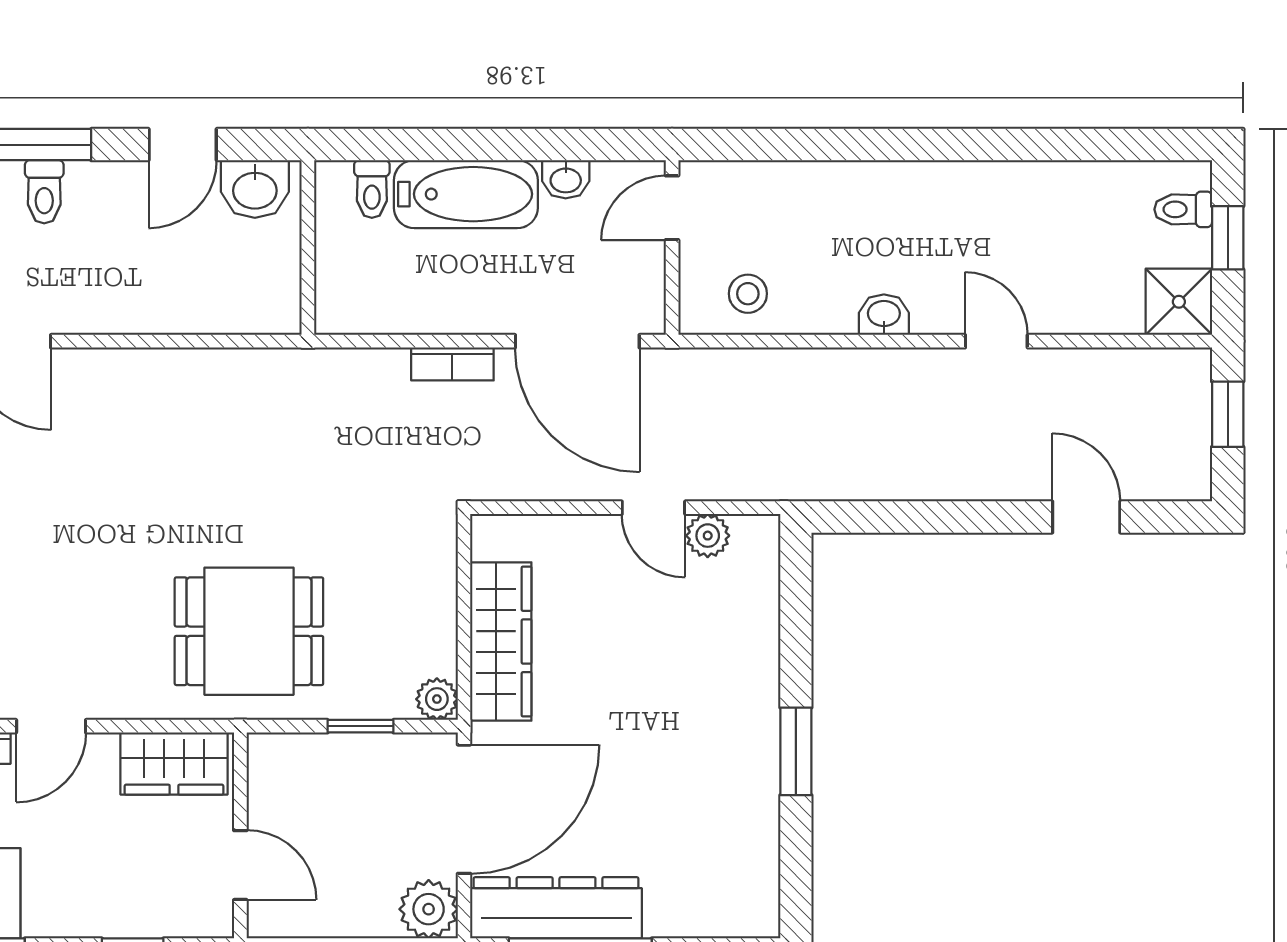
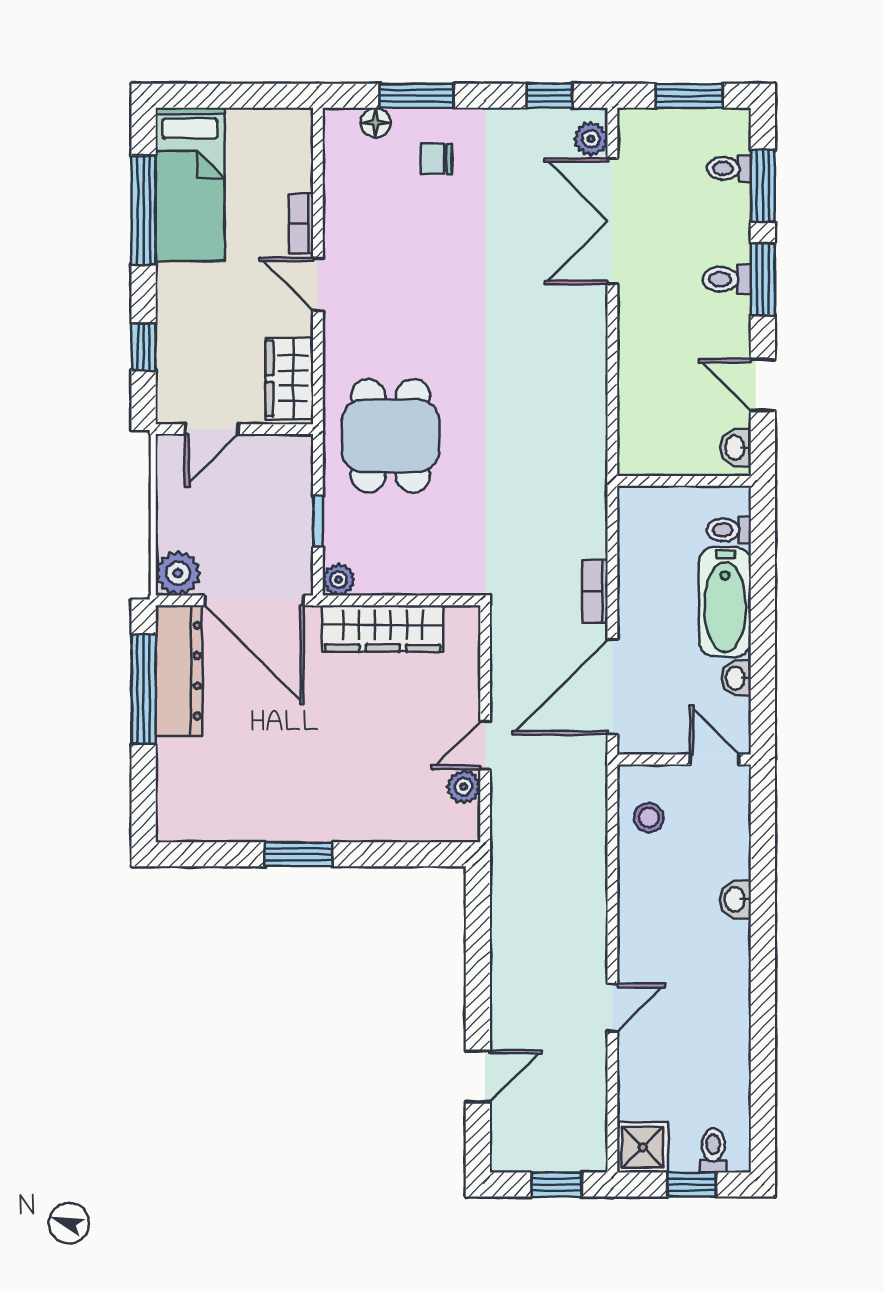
washbasin: (255, 189) -> (736, 448), width x0.72, depth x0.69
washbasin: (884, 315) -> (735, 899), moved, turned 180

